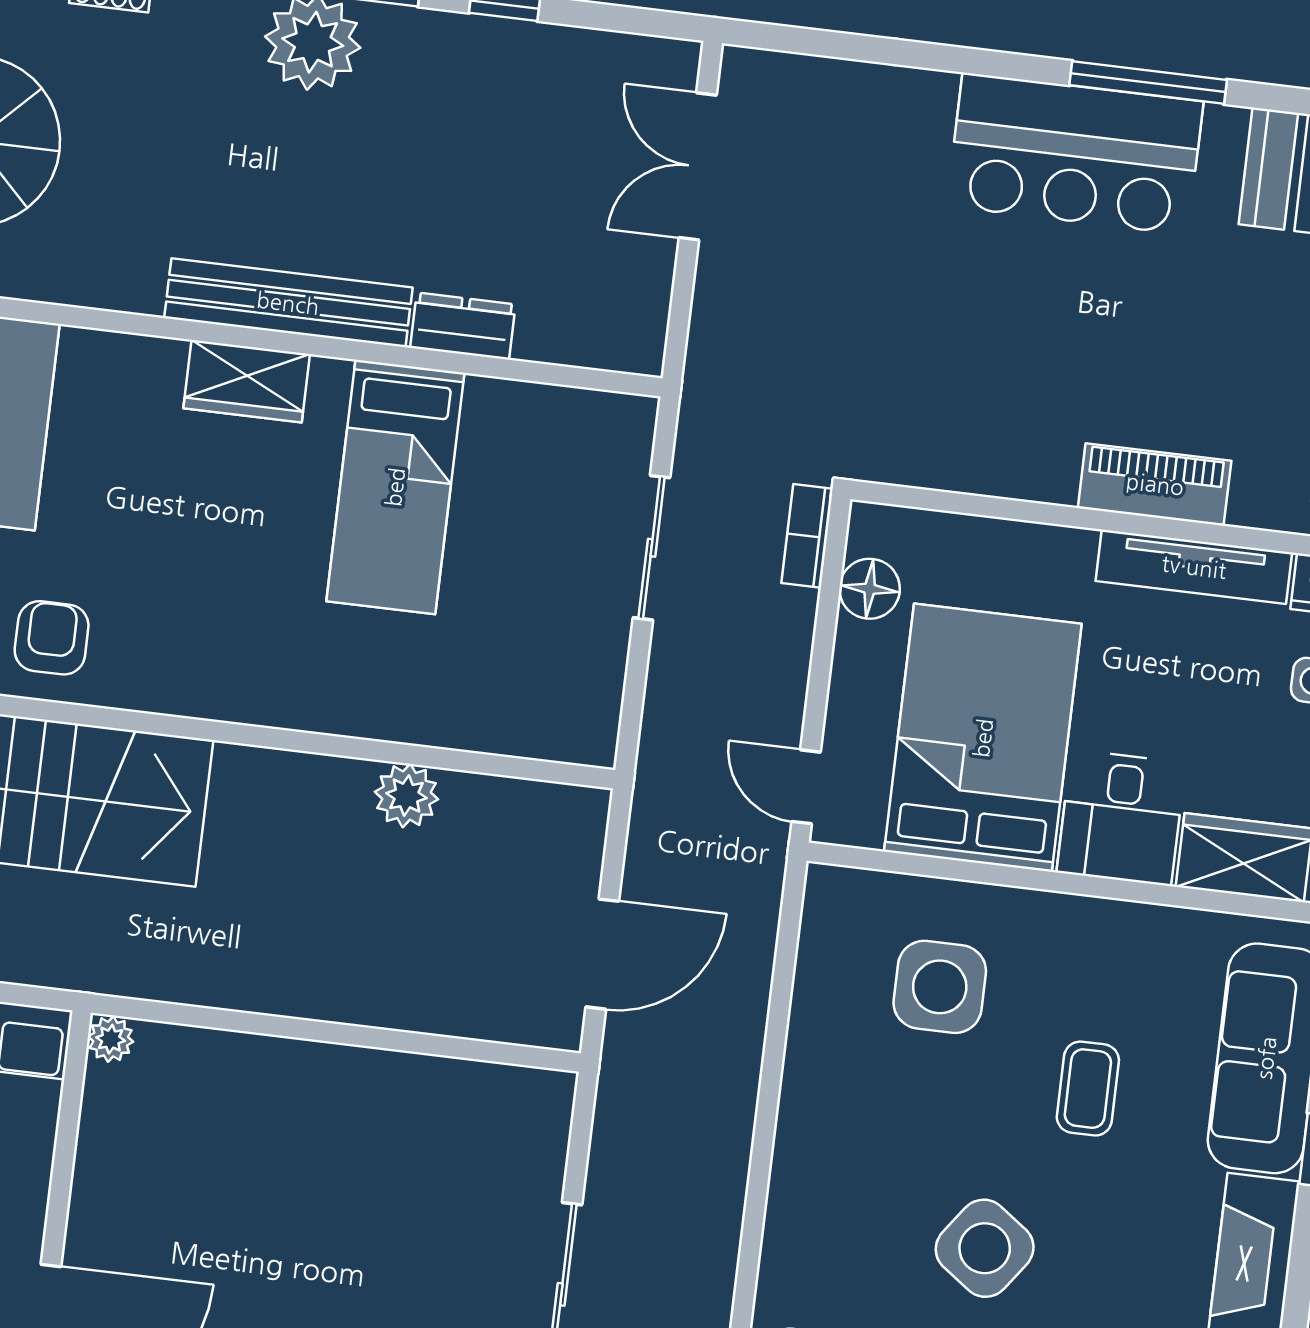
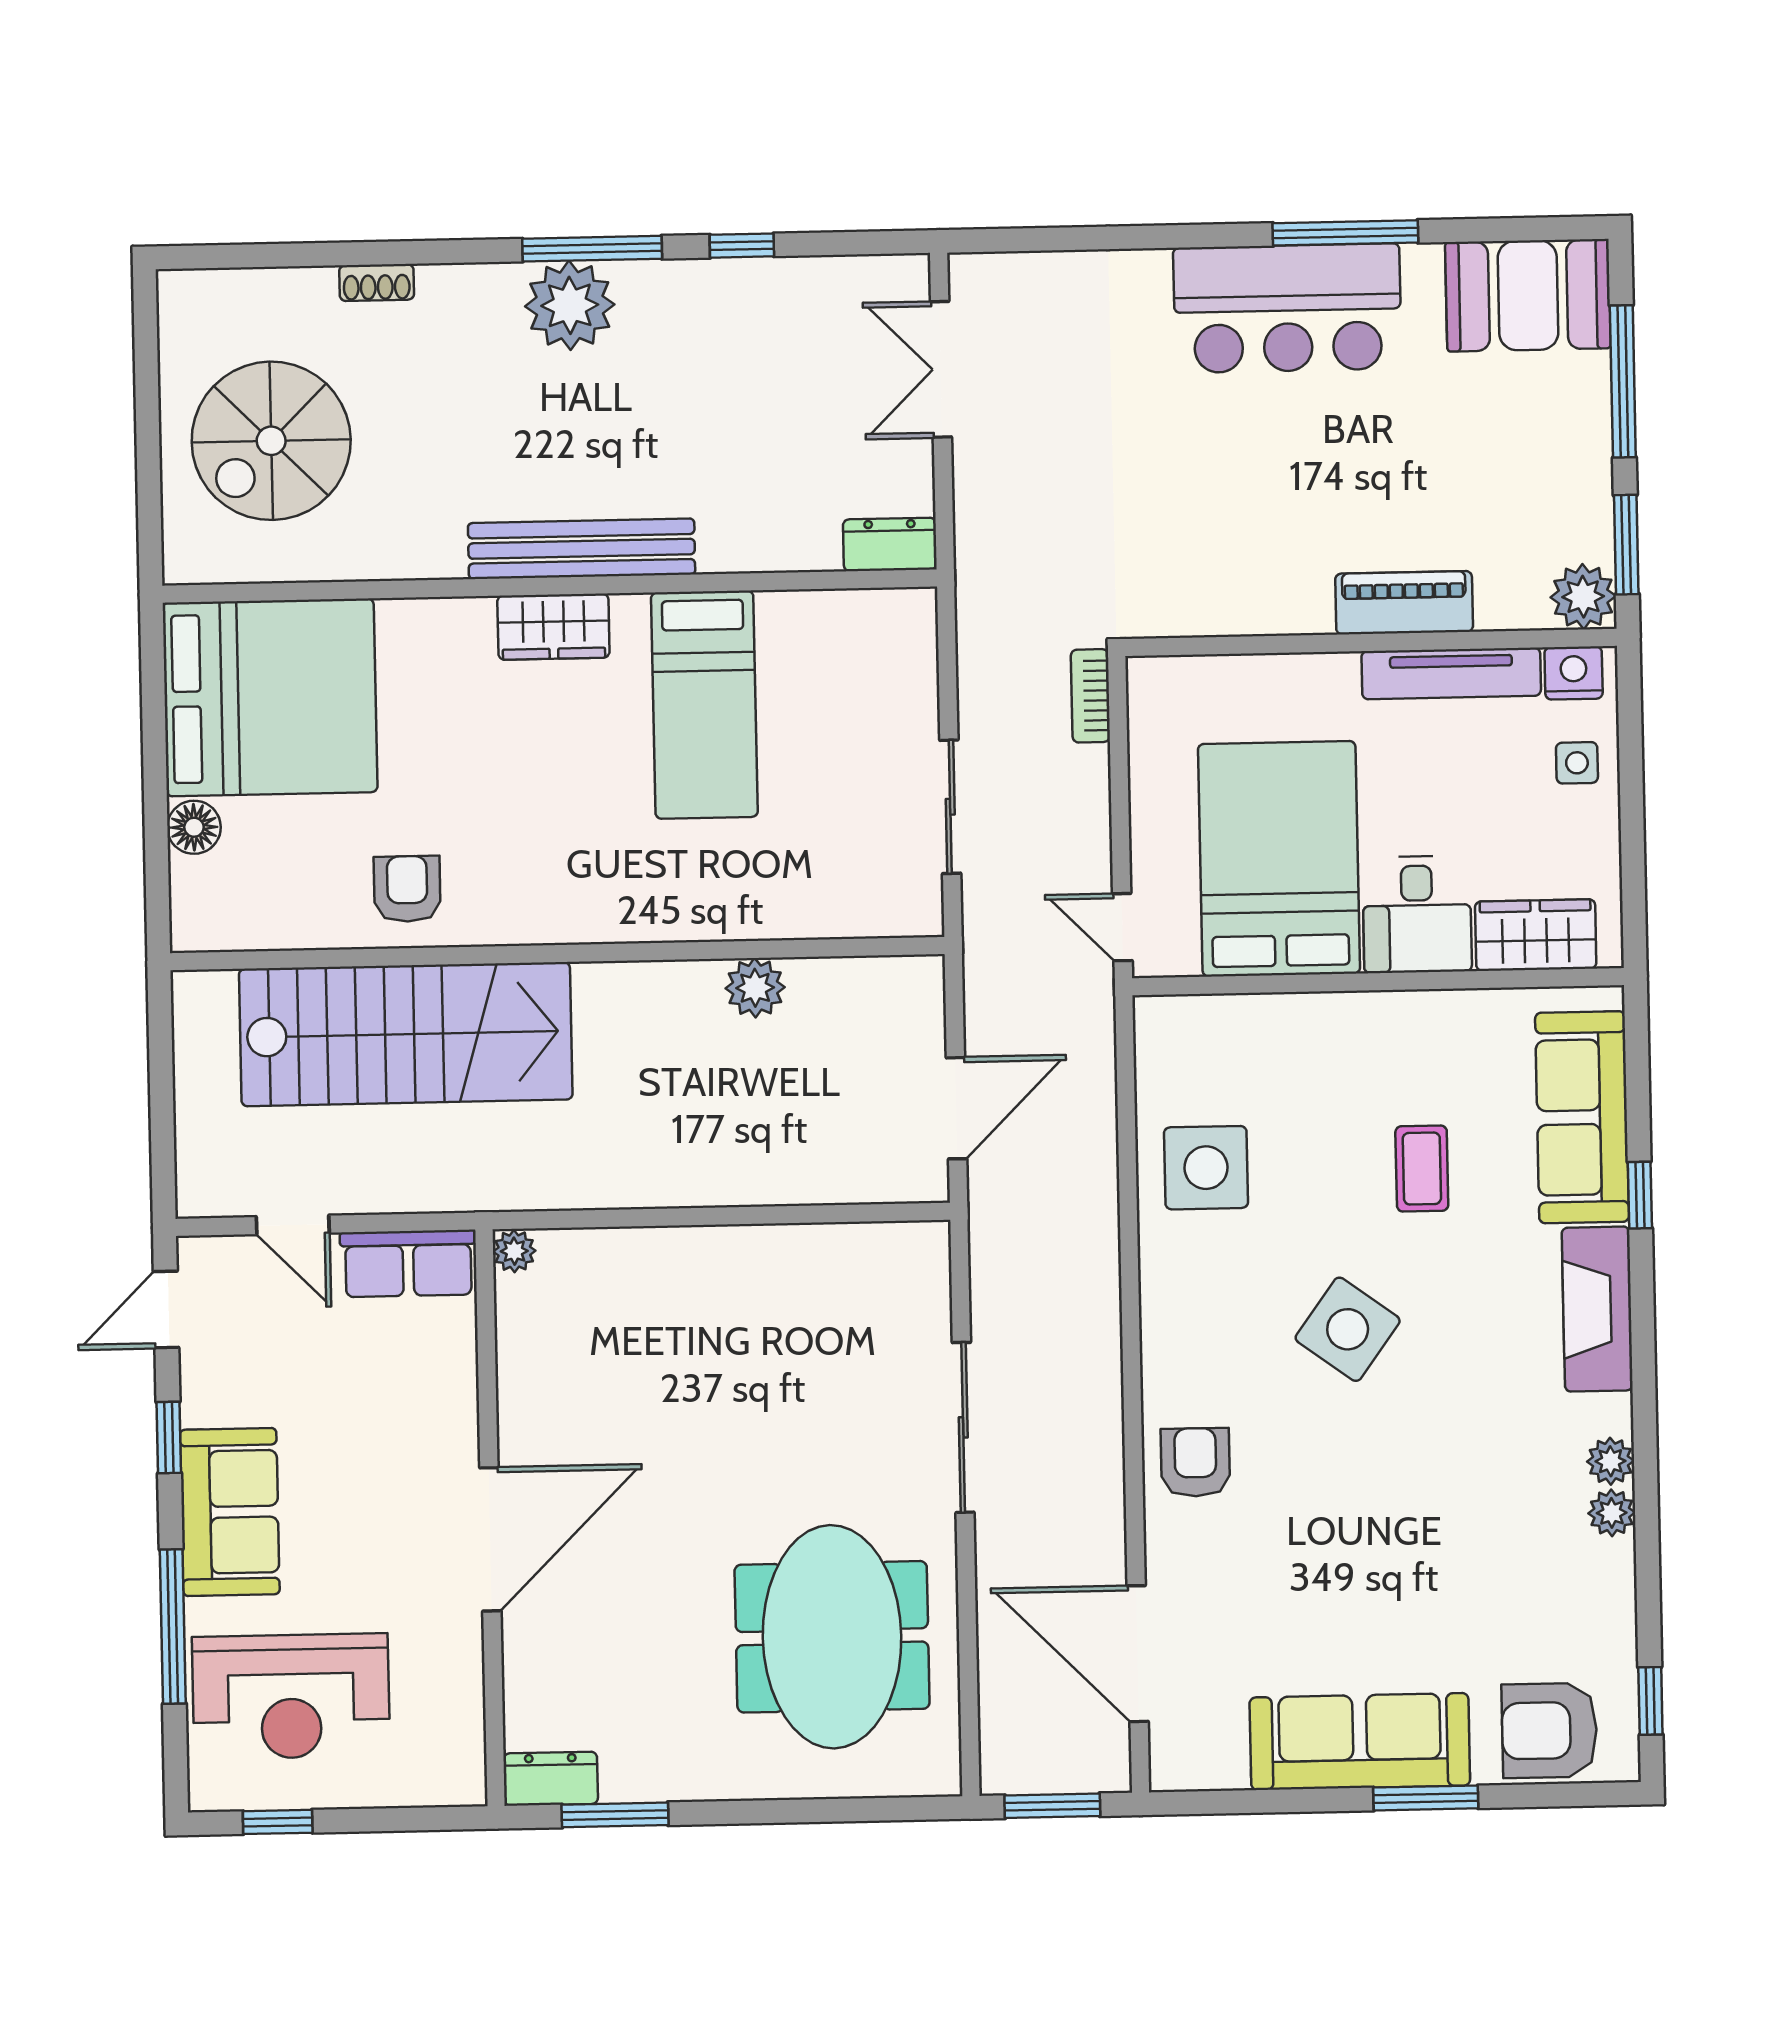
dresser: (463, 326) -> (890, 544), moved
sliding door: (652, 548) -> (950, 807), moved
floor lamp: (870, 589) -> (1155, 736), removed
side table: (940, 987) -> (1206, 1168), moved

